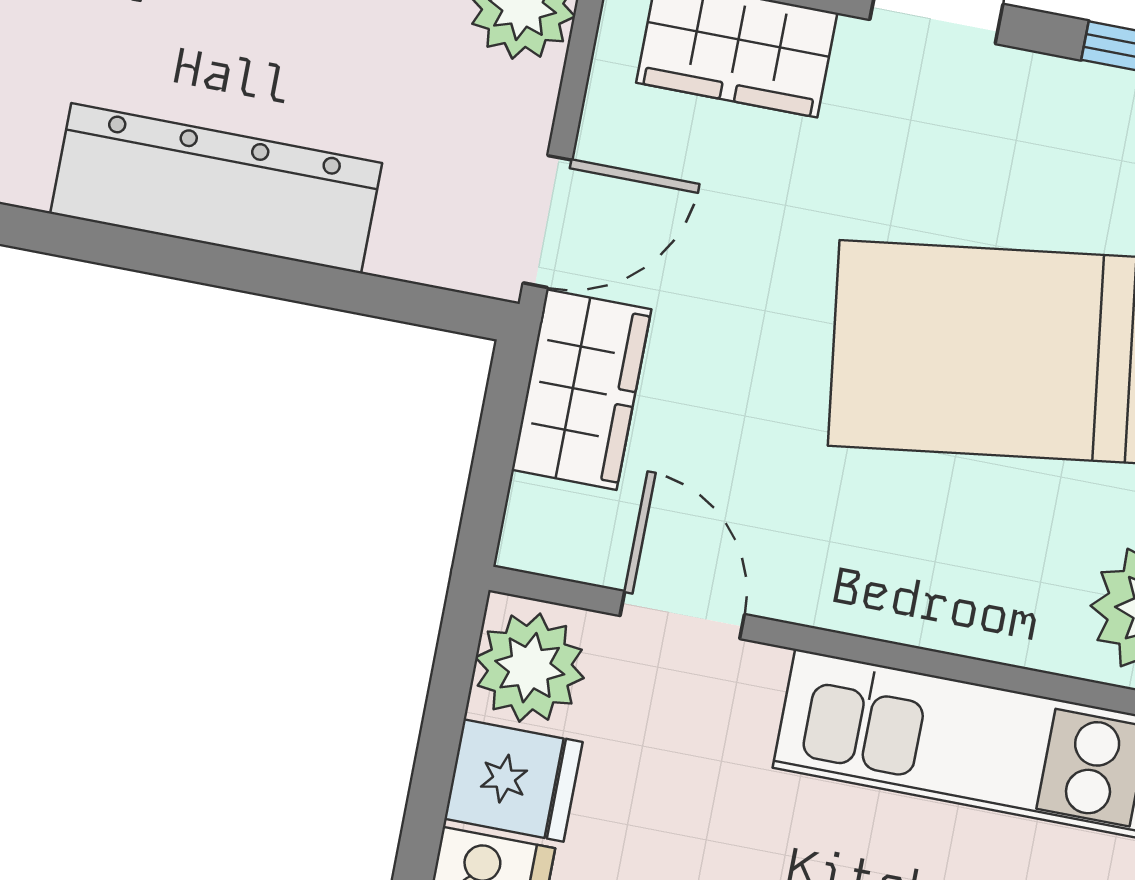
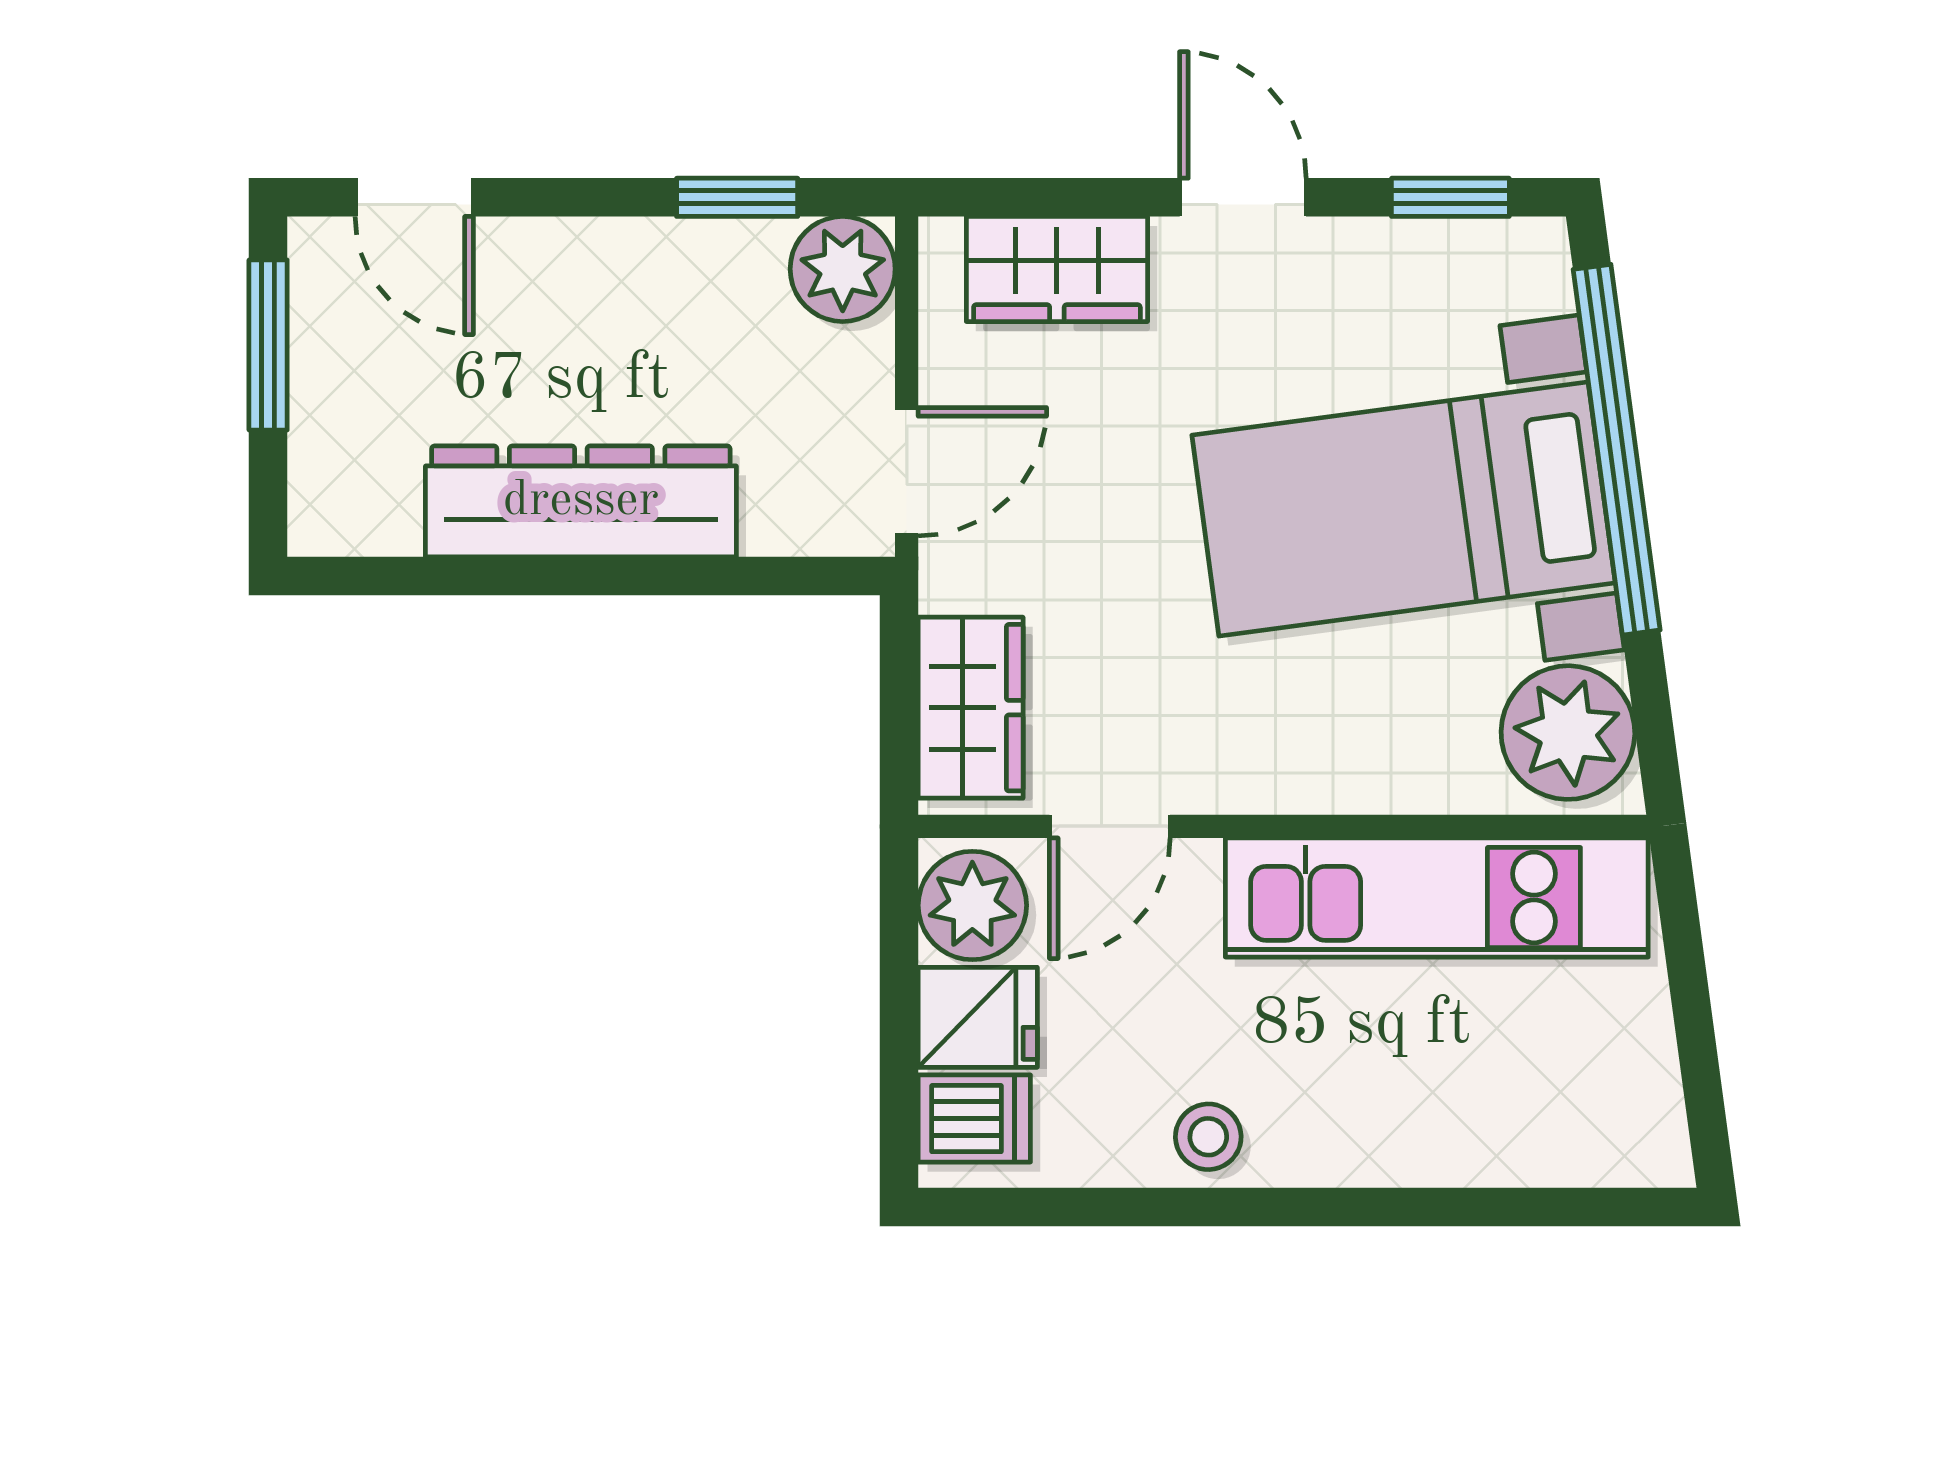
wardrobe: (581, 390) -> (971, 708), moved
door: (682, 615) -> (1110, 826), swing flipped

